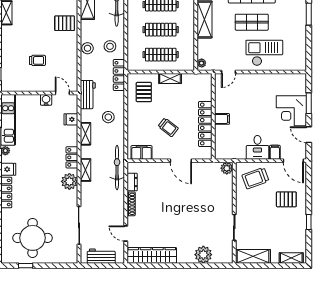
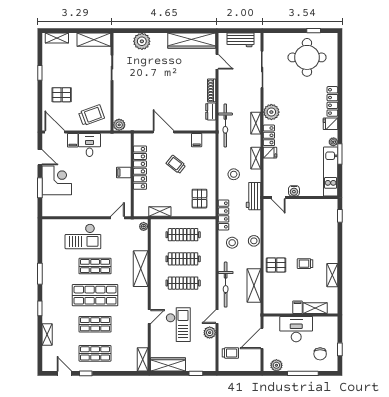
trolley: (37, 60) -> (305, 264), moved
shelving: (170, 79) -> (160, 212), moved
fridge: (71, 119) -> (270, 153), moved
filing cabinet: (142, 152) -> (197, 140), width x0.50

